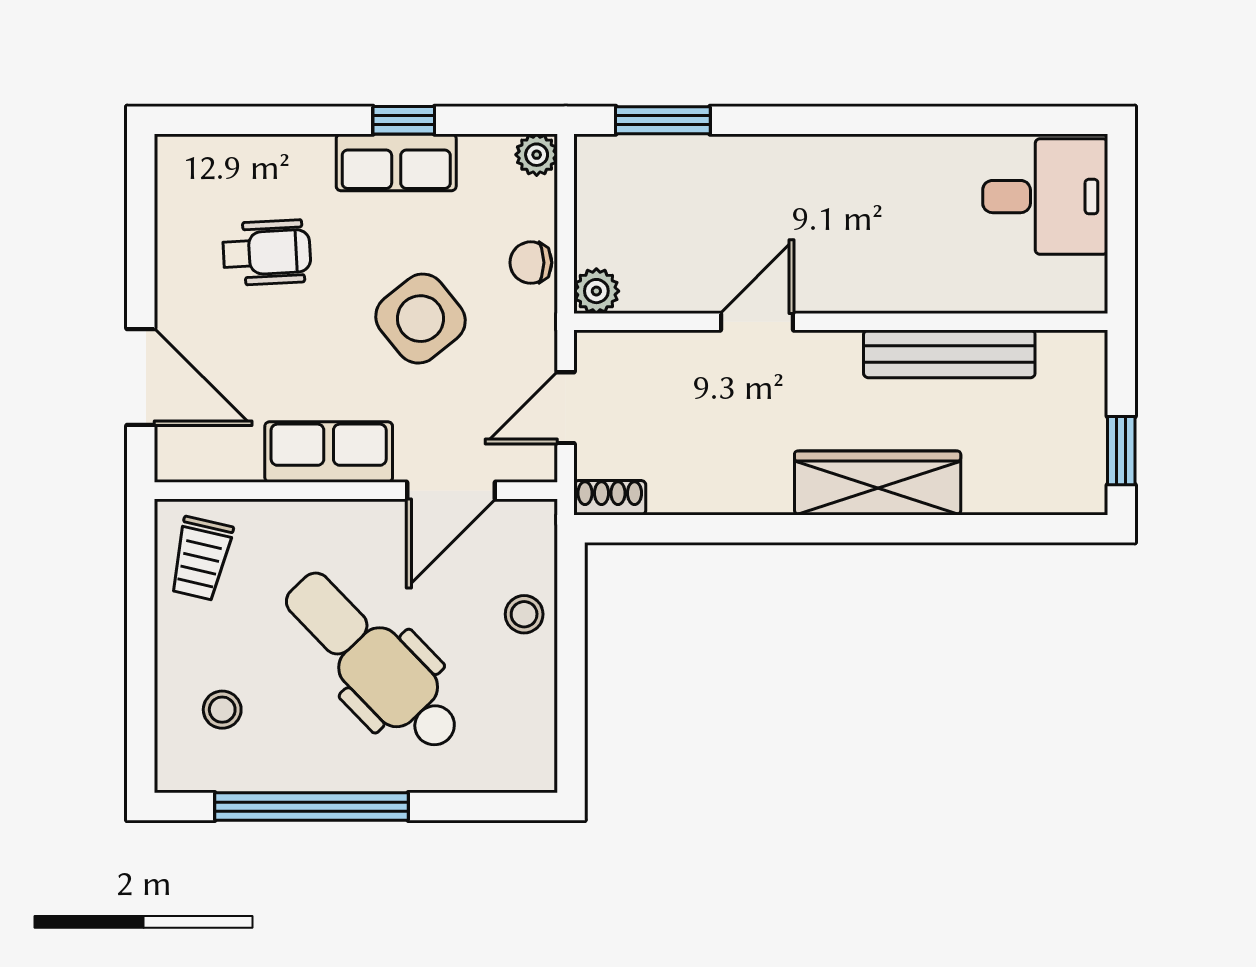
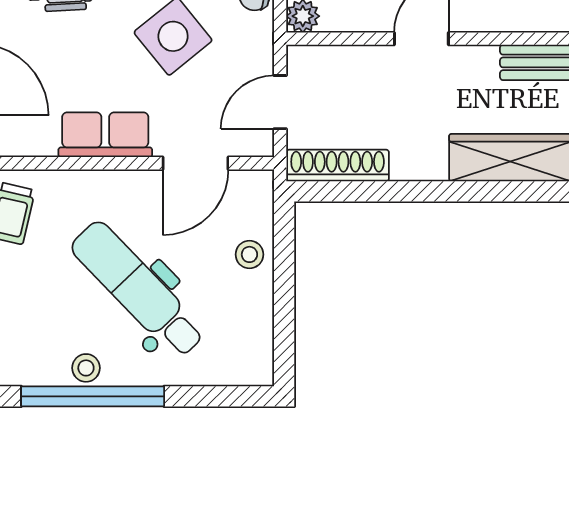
shoe rack: (610, 498) -> (338, 165), width x1.94, depth x1.24
stool: (222, 710) -> (86, 368), moved

